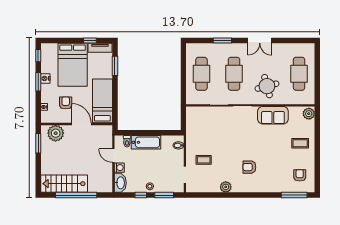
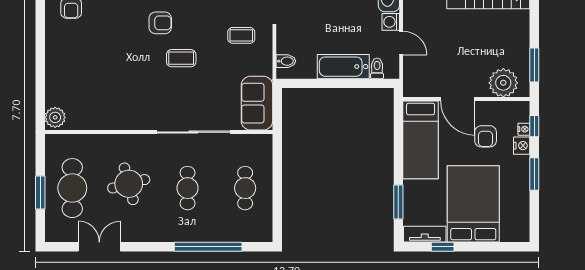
window: (222, 41) -> (208, 247), width x2.11
double door: (260, 41) -> (99, 247), moved
window: (38, 56) -> (534, 126), moved
window: (317, 71) -> (40, 192), added
cafe table: (201, 74) -> (245, 188), width x0.73, depth x0.74
cafe table: (234, 74) -> (188, 188), width x0.73, depth x0.74
nightstand: (45, 78) -> (522, 146), moved
round table: (267, 86) -> (129, 184), moved
sofa: (273, 115) -> (257, 103), moved, turned -90
coffee table: (300, 143) -> (181, 58), moved

